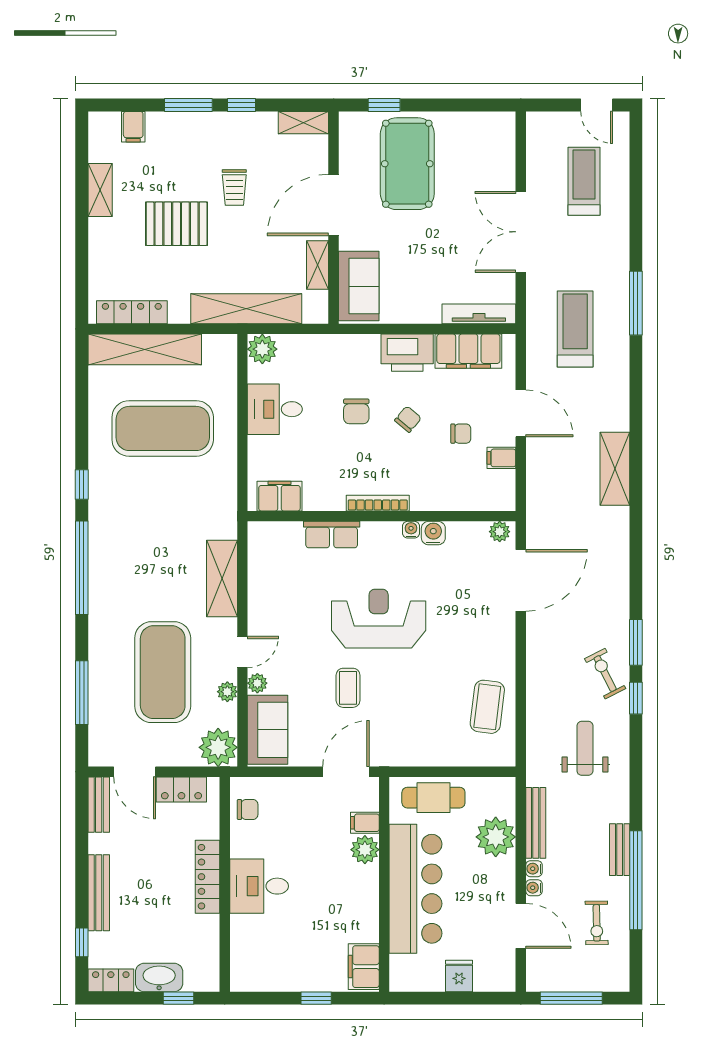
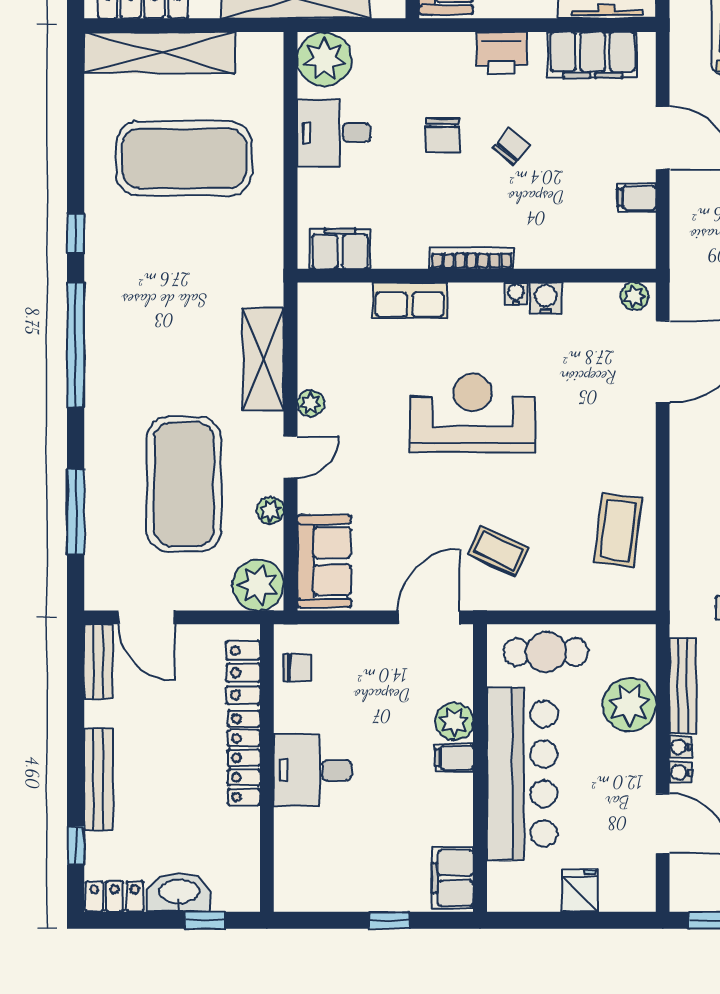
plant: (262, 349) -> (324, 59), width x1.36, depth x1.36
printer: (407, 353) -> (501, 53), width x0.73, depth x0.84
chair: (461, 434) -> (582, 165), removed
plant: (257, 683) -> (310, 403), moved
coffee table: (348, 688) -> (498, 551), moved, turned -64
locker: (181, 789) -> (243, 673), moved, turned 90
filing cabinet: (365, 823) -> (454, 757), moved

